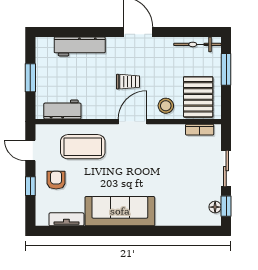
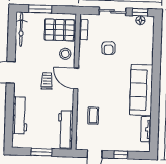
workbench: (62, 110) -> (65, 129), width x1.37
coffee table: (83, 147) -> (93, 116), width x0.54, depth x0.58
armchair: (56, 180) -> (108, 48), moved, turned -92

